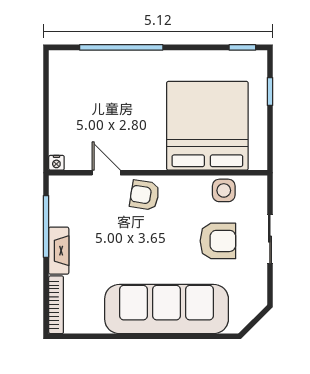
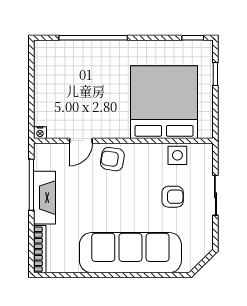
door: (106, 173) -> (81, 141), swing flipped
armchair: (218, 241) -> (173, 197), width x0.72, depth x0.72
fireplace: (59, 251) -> (45, 198), width x1.37, depth x1.32

